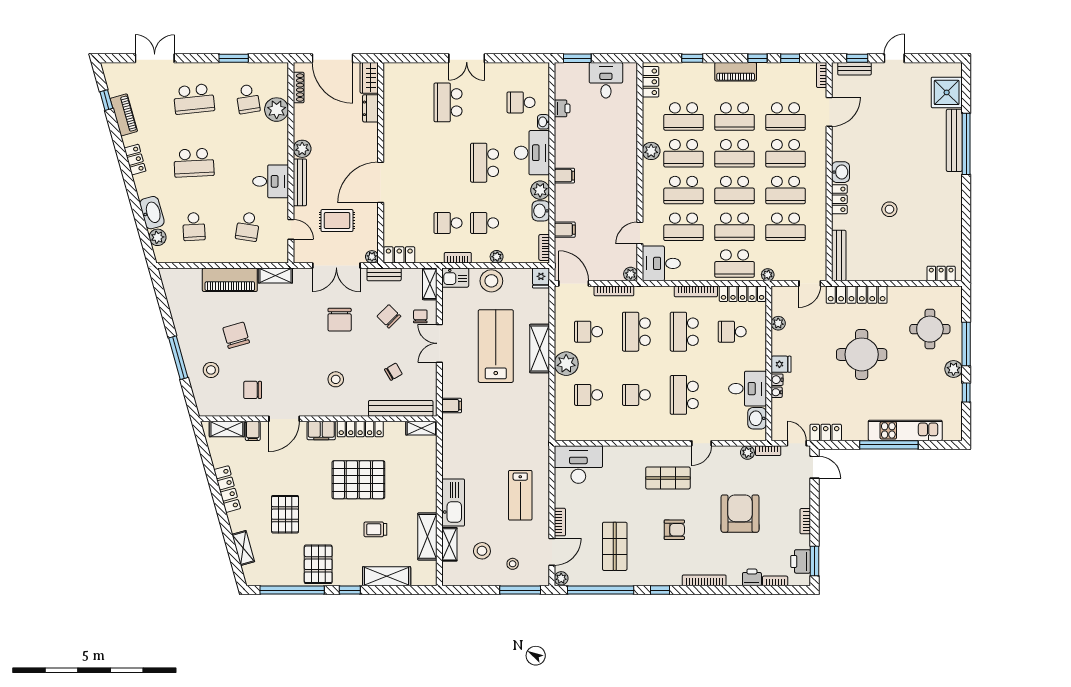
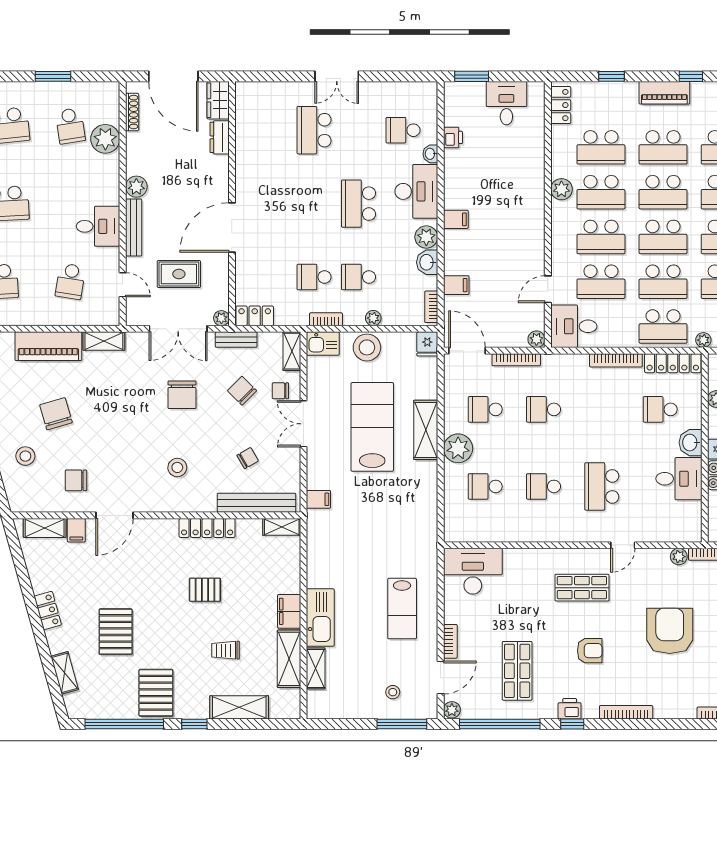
chair: (420, 316) -> (280, 391), turned -90
school desk: (636, 332) -> (543, 409), width x0.54
school desk: (684, 332) -> (602, 409), removed
washbasin: (757, 418) -> (690, 443), moved
filing cabinet: (321, 431) -> (289, 611), moved, turned 90
pallet: (358, 480) -> (205, 590), width x0.49, depth x0.50
locker: (227, 489) -> (48, 611), width x0.66
stool: (482, 551) -> (355, 676), removed
printer: (752, 577) -> (570, 709), moved

